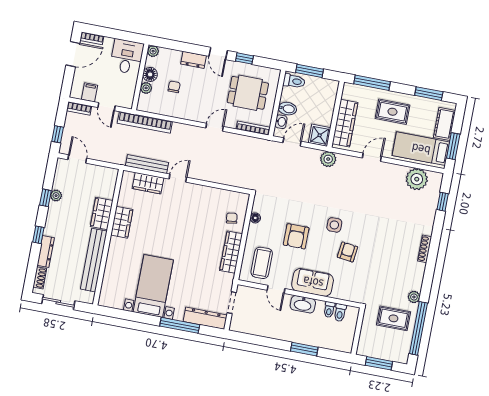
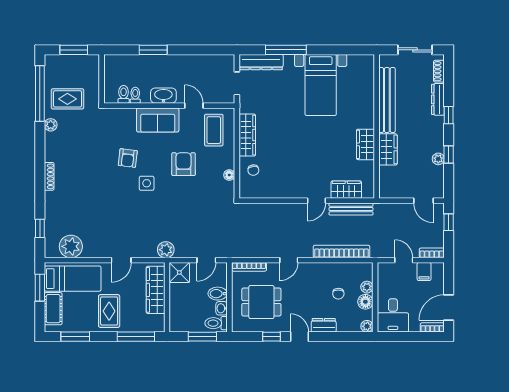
rug: (392, 112) -> (109, 311), turned 90
bookcase: (145, 122) -> (342, 252), moved
washbasin: (281, 122) -> (222, 308), moved

